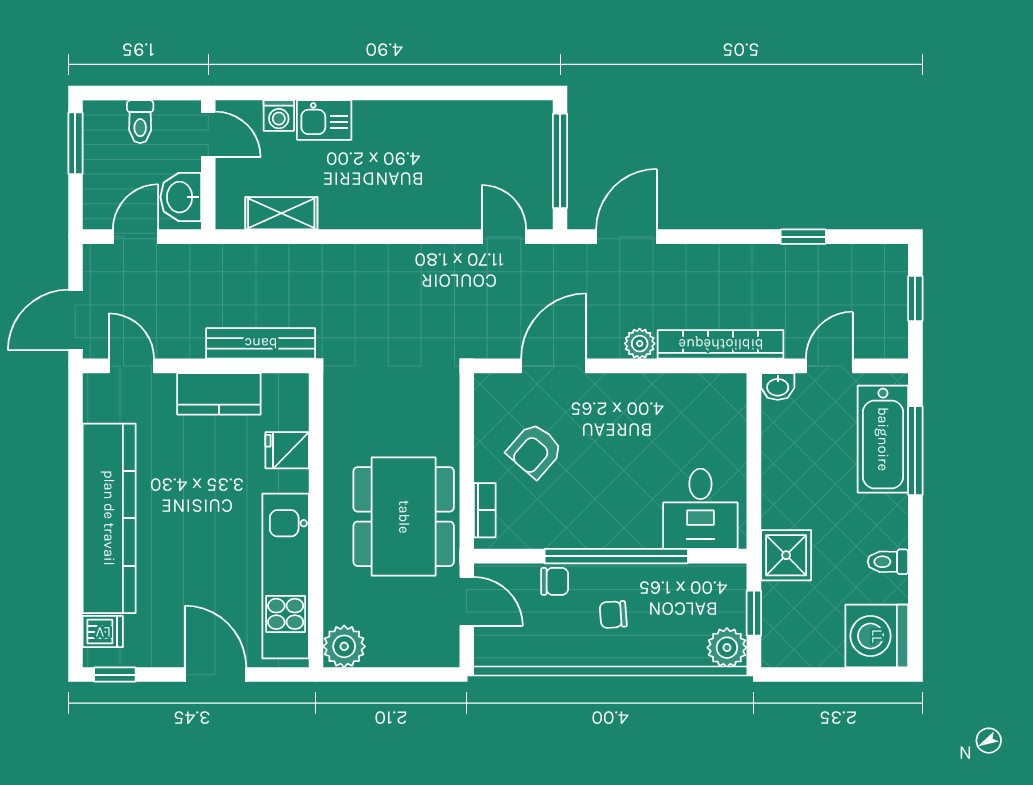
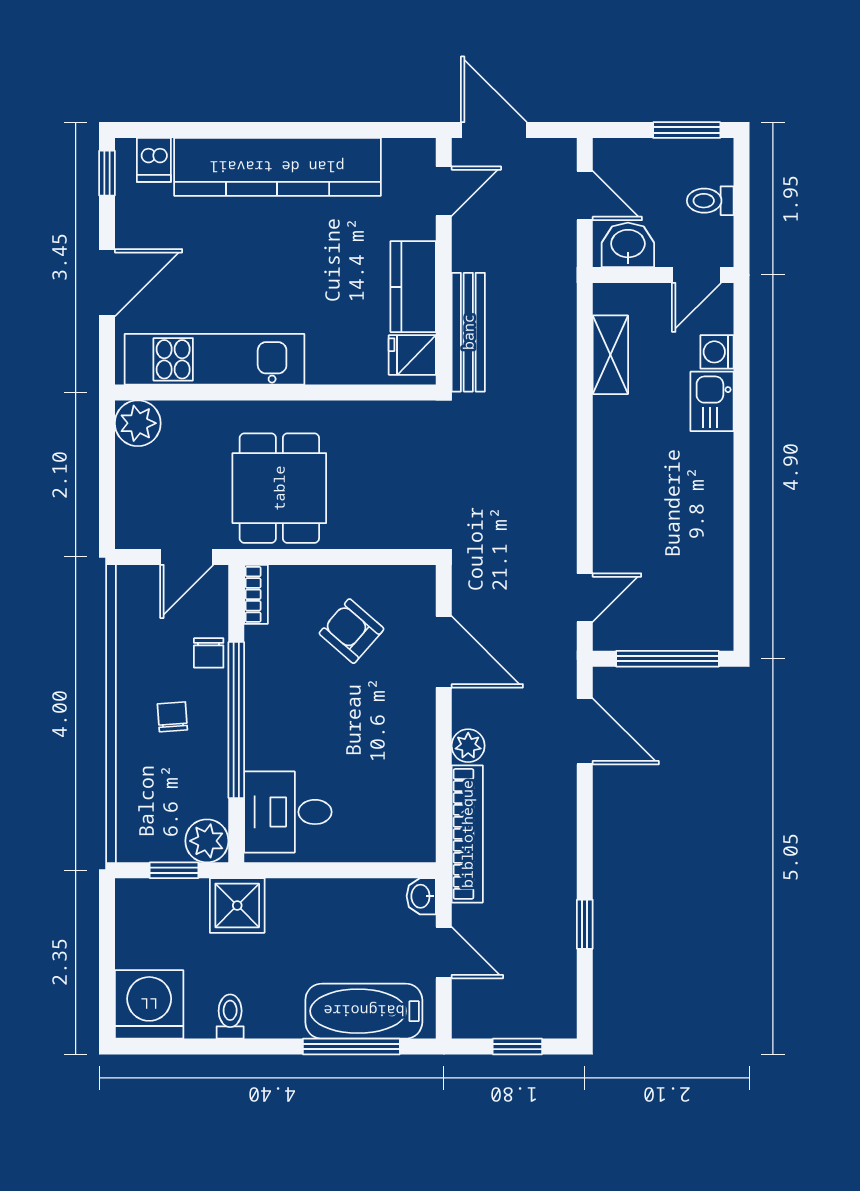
fridge: (287, 450) -> (412, 355), moved, turned -90
bookcase: (485, 510) -> (256, 594), moved, turned -90
dining table: (404, 517) -> (279, 488), width x0.73
plant: (727, 648) -> (207, 841), moved

